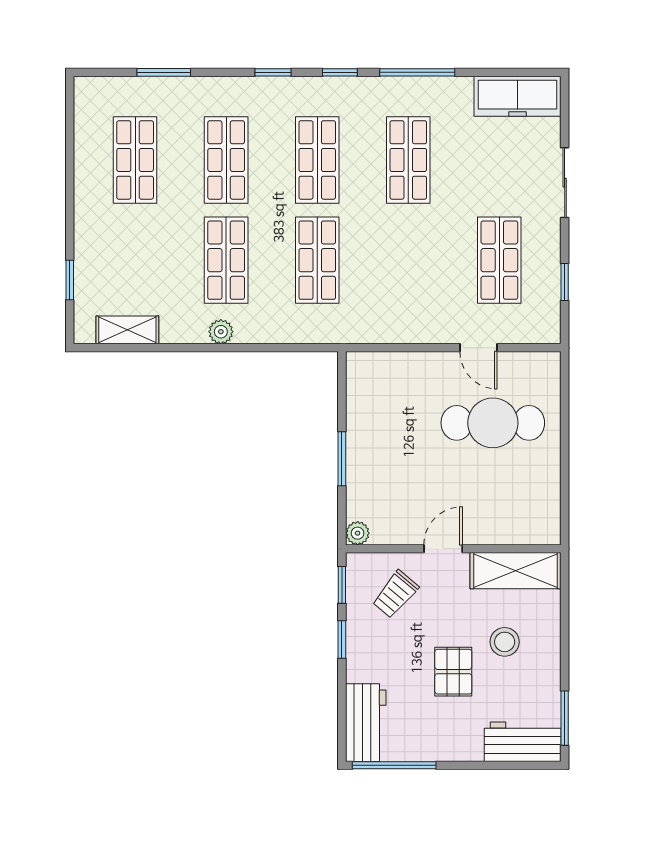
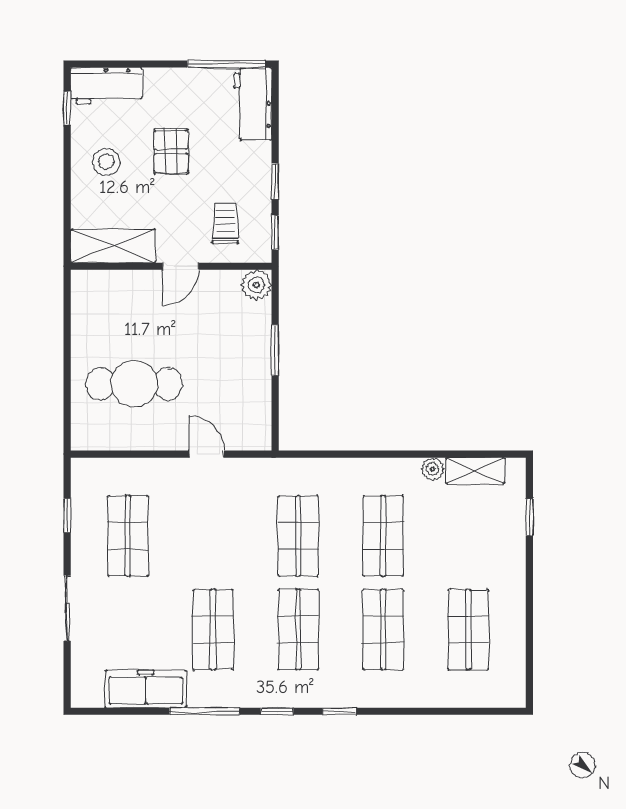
window: (164, 72) -> (442, 711), removed
freezer: (518, 96) -> (146, 689), moved
plant: (221, 332) -> (432, 469), moved
door: (479, 348) -> (207, 454), moved
plant: (358, 533) -> (256, 285), width x1.38, depth x1.38
trolley: (395, 594) -> (225, 224), turned -40
stool: (505, 642) -> (106, 162), moved
window: (565, 718) -> (67, 108), width x0.67

